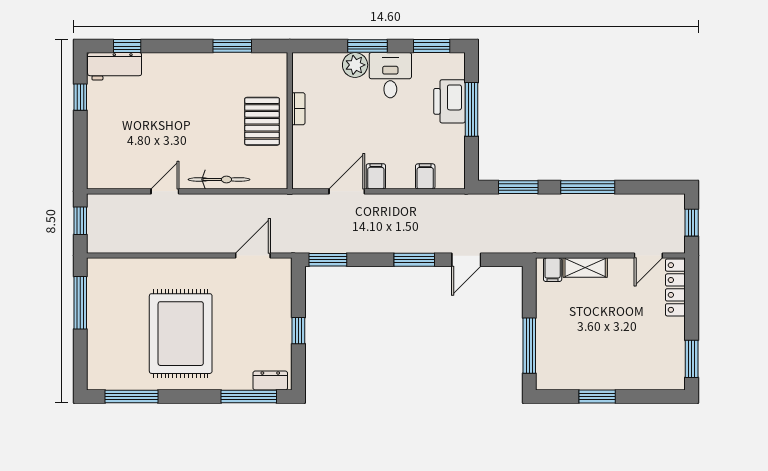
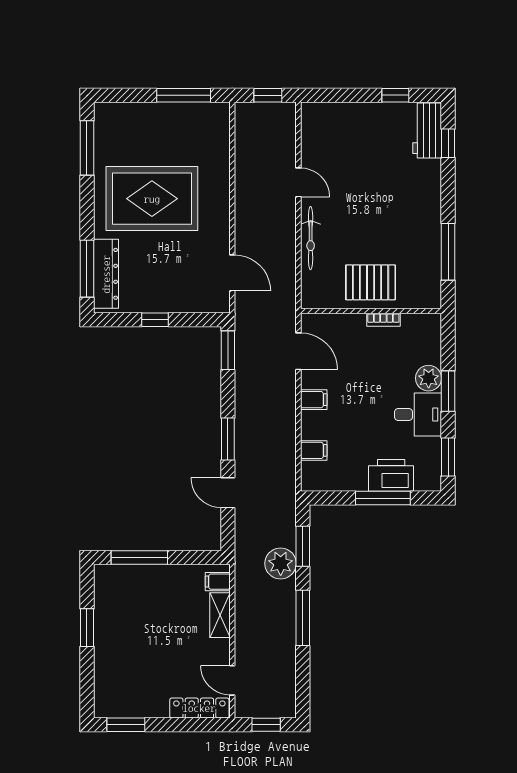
window: (232, 46) -> (448, 252), width x1.44
door: (347, 191) -> (298, 351), moved
plant: (535, 209) -> (281, 563), added
dresser: (270, 381) -> (106, 274), width x1.96, depth x1.24

